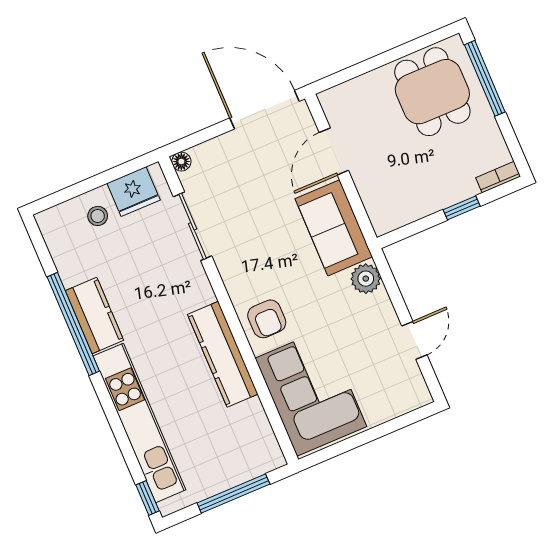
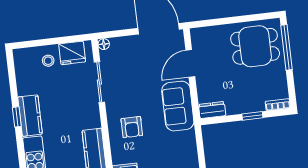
dining table: (432, 92) -> (255, 46), turned 90
dresser: (392, 218) -> (212, 110), added
plant: (366, 279) -> (187, 140), removed
armchair: (267, 319) -> (132, 127), moved
window: (73, 324) -> (17, 117), width x0.32

